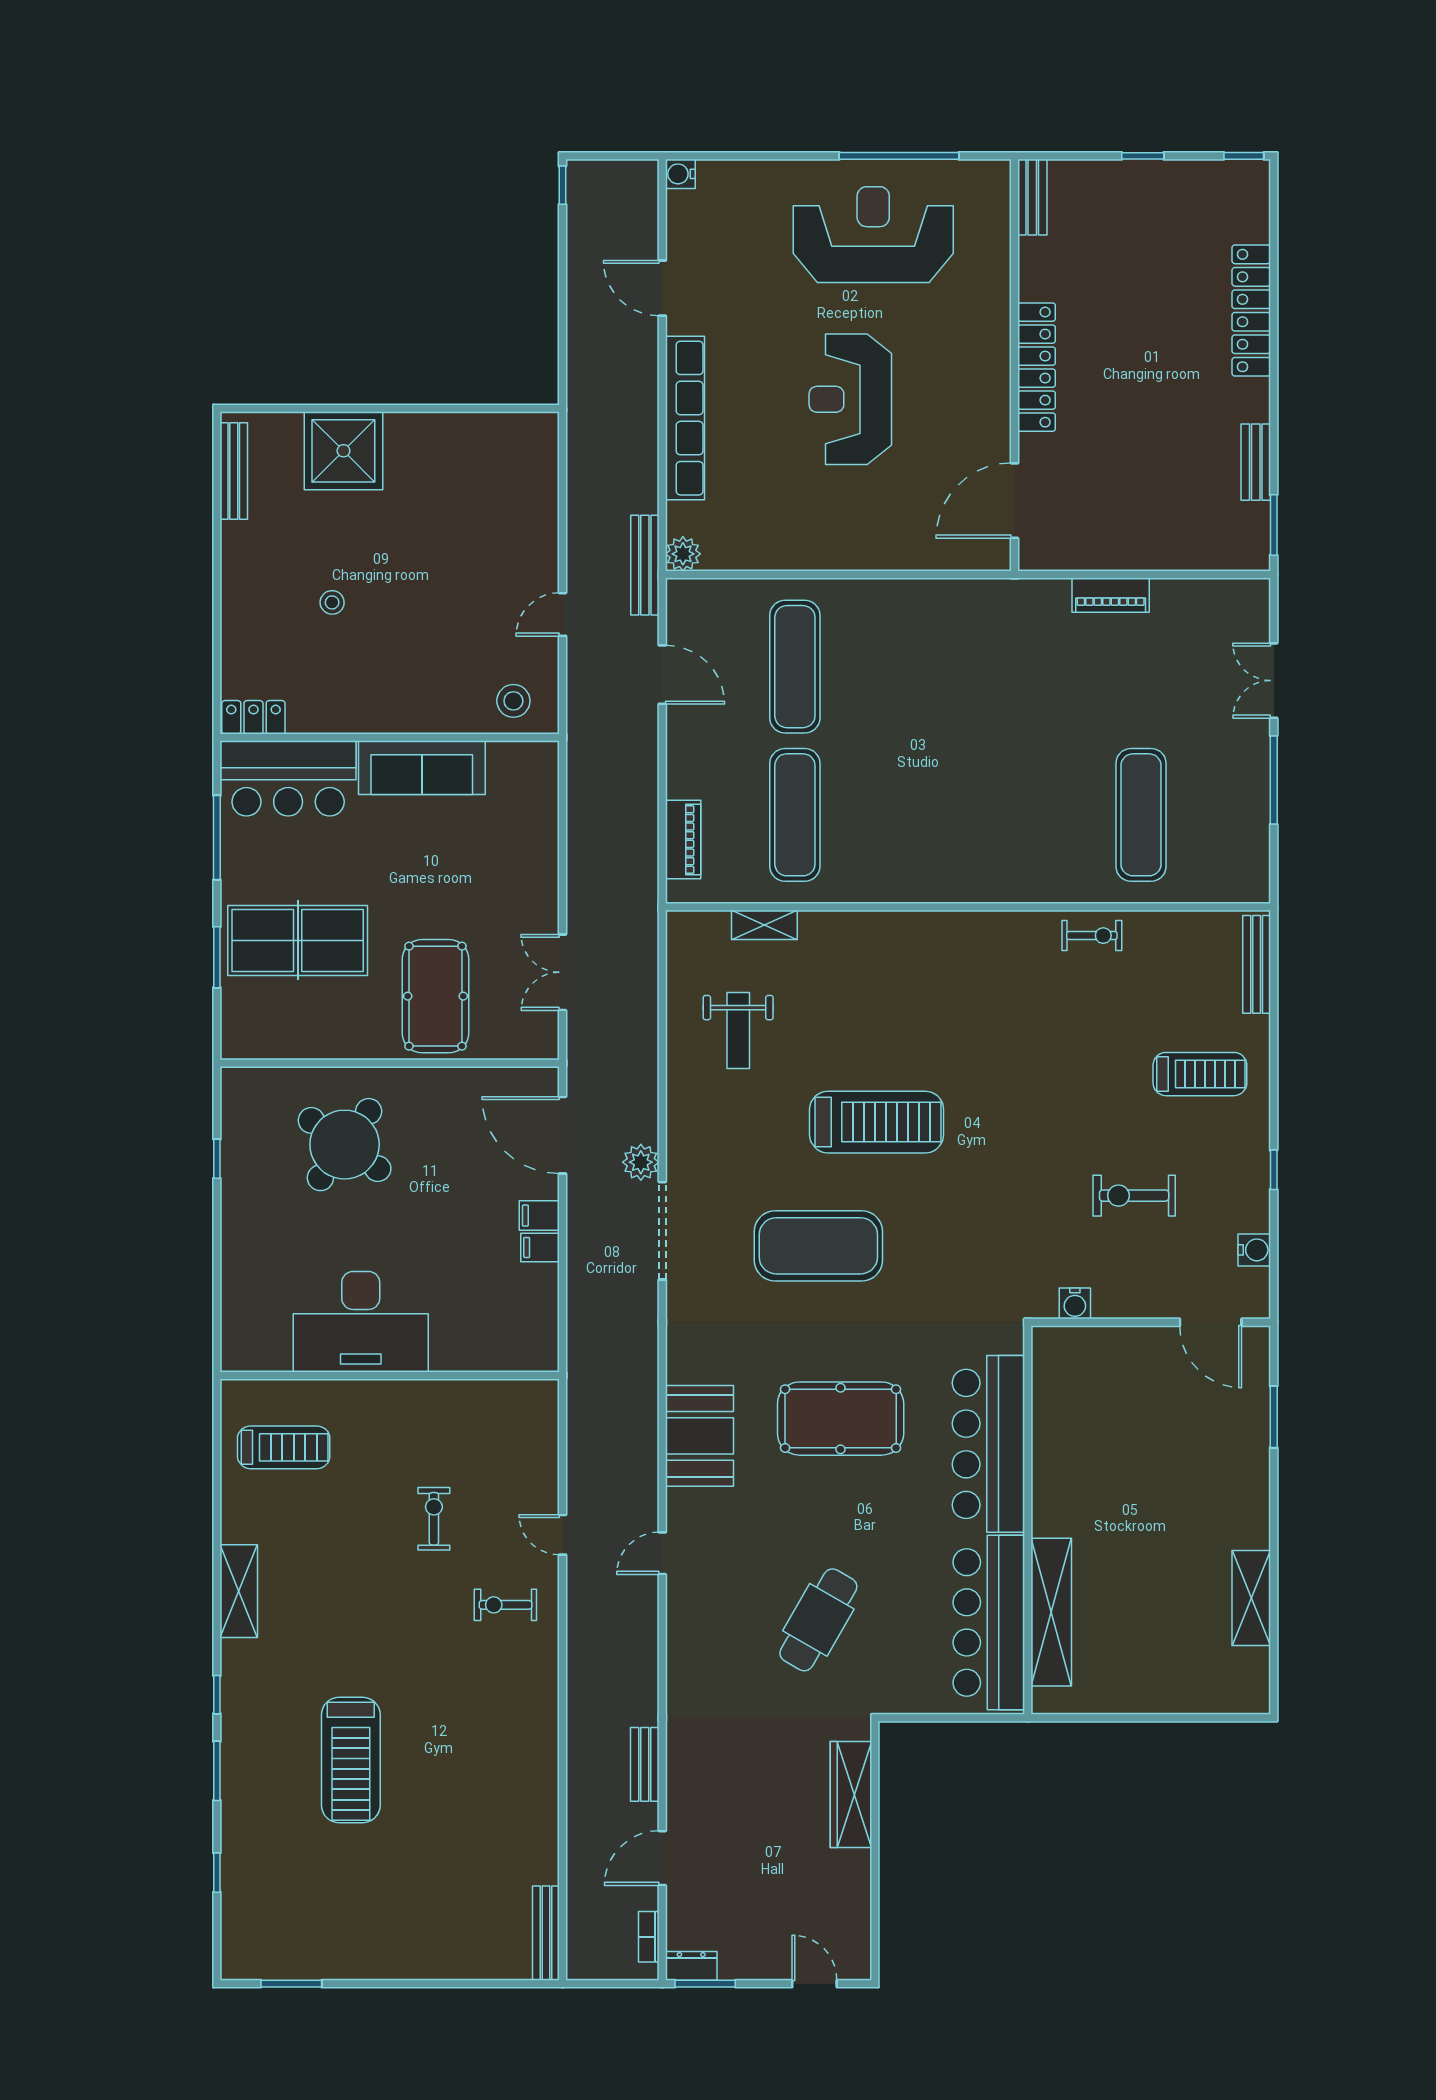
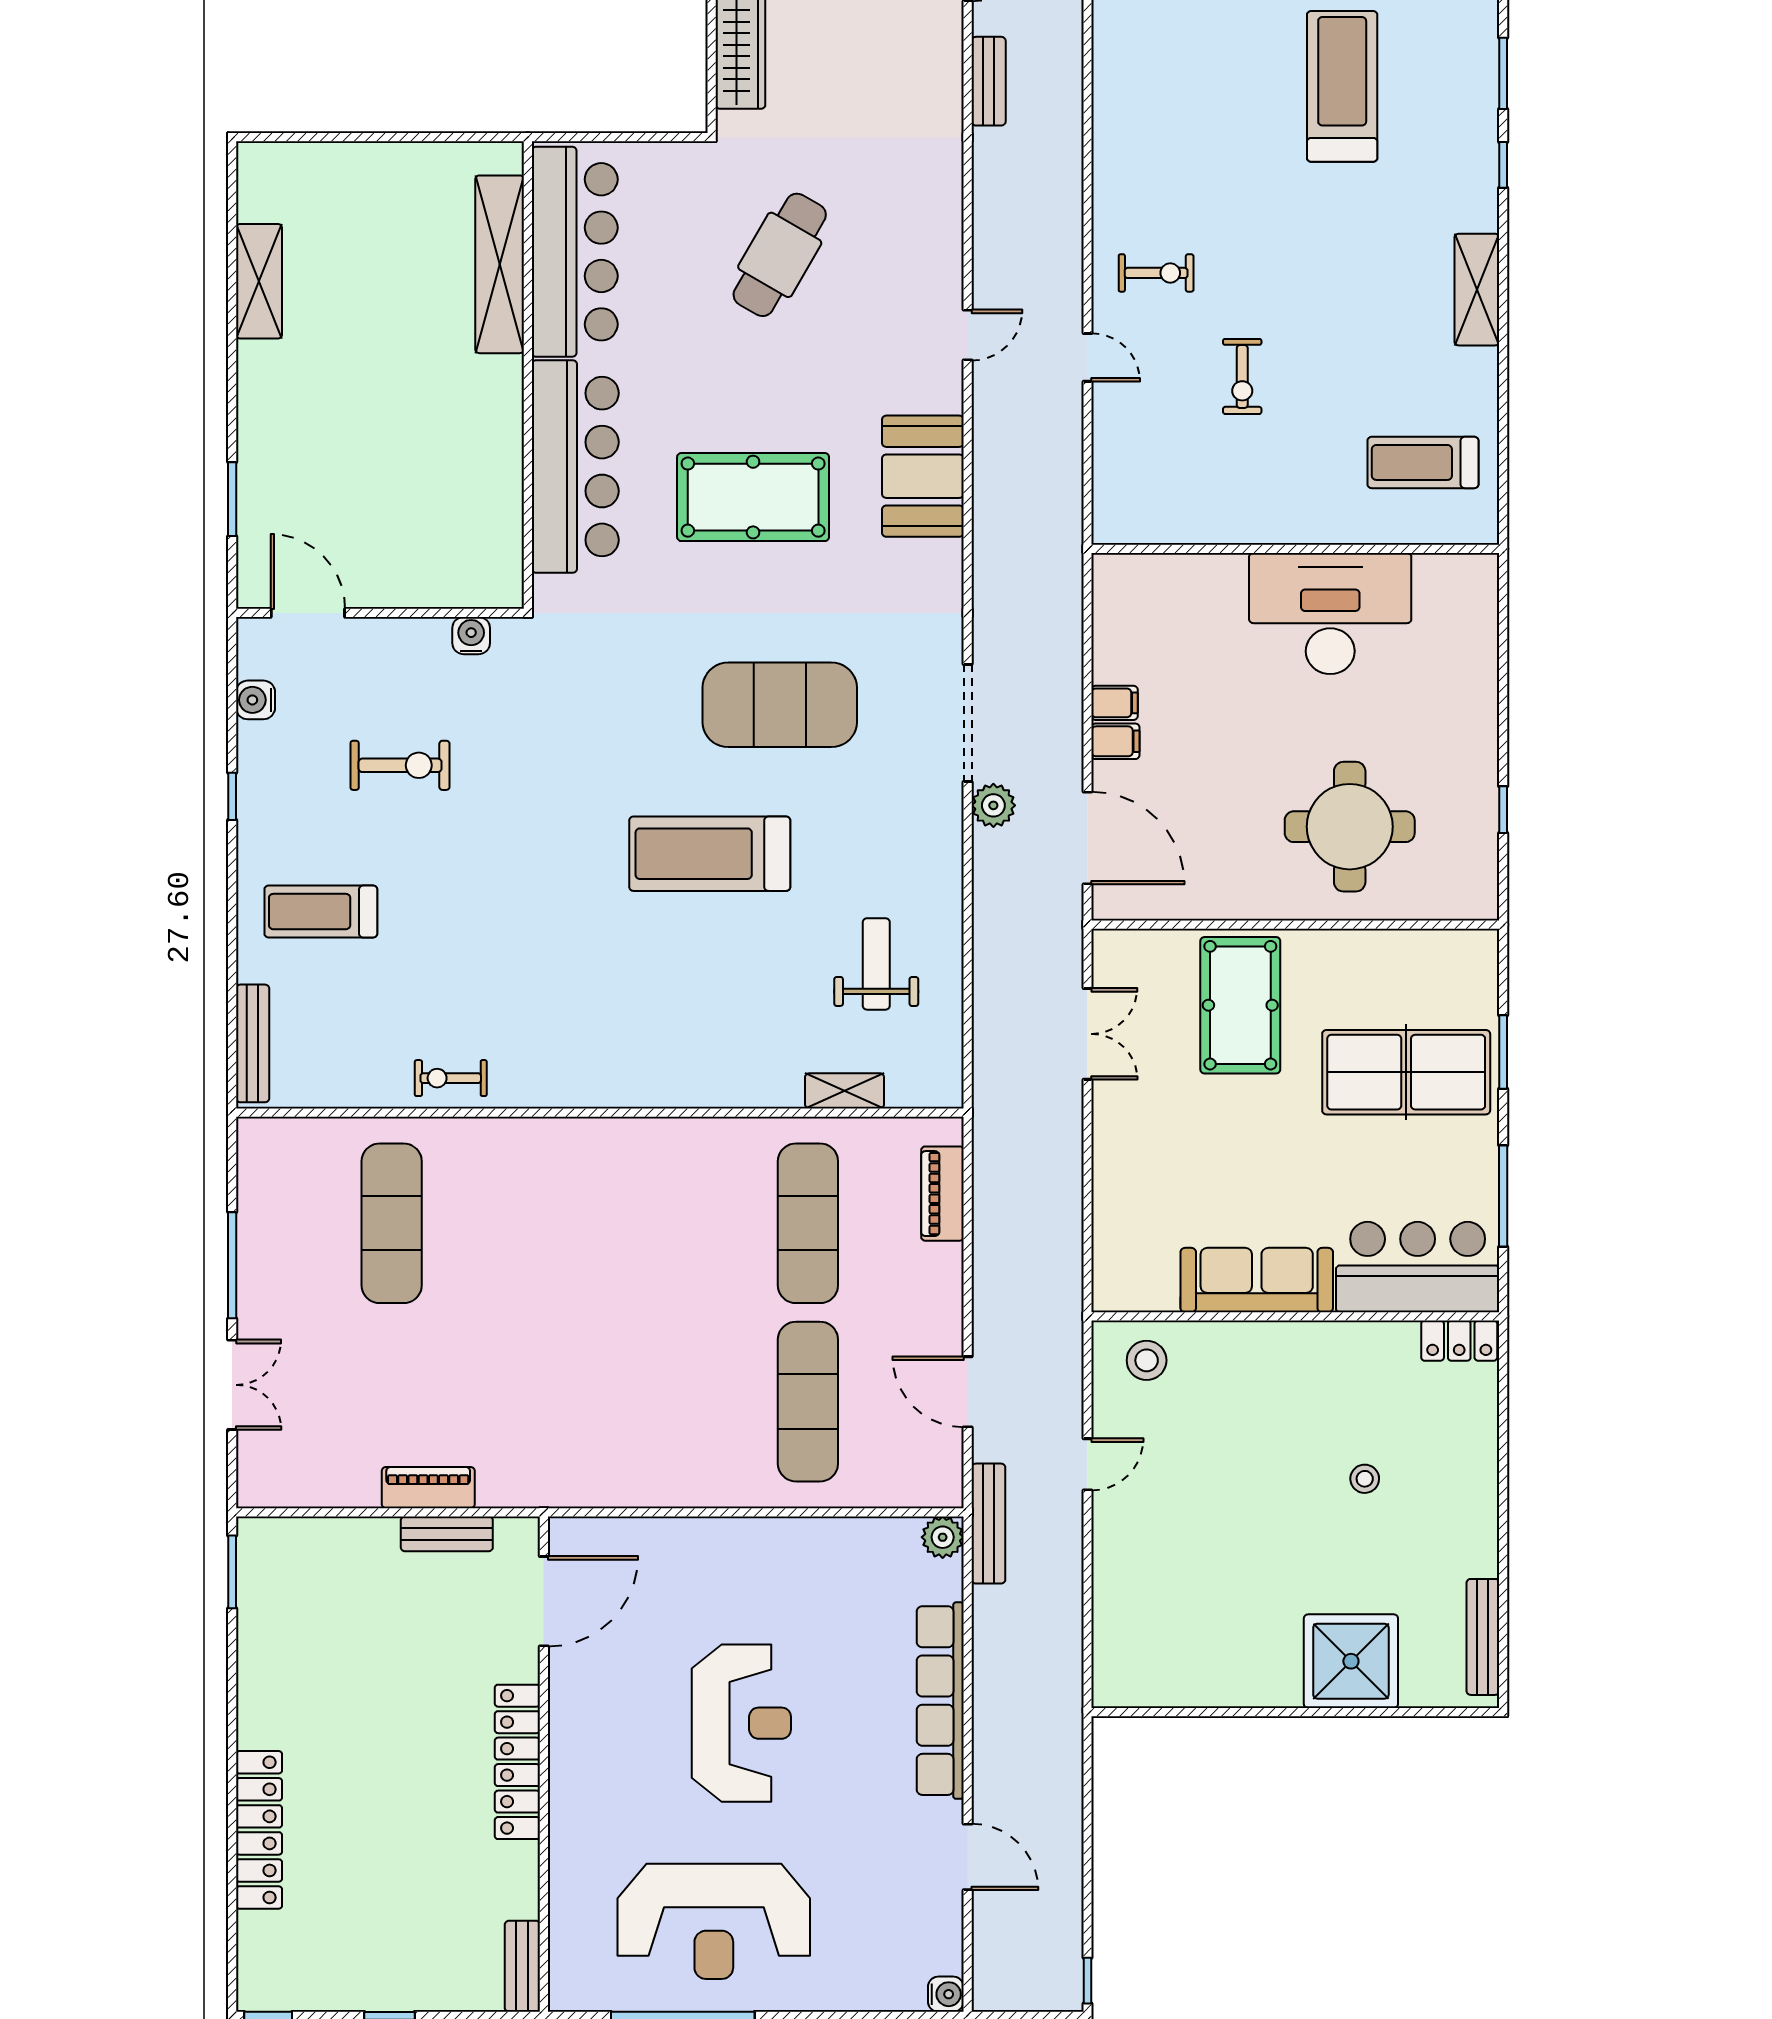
bench: (1256, 462) -> (447, 1534), moved, turned 90
round table: (345, 1145) -> (1350, 827), turned -36

